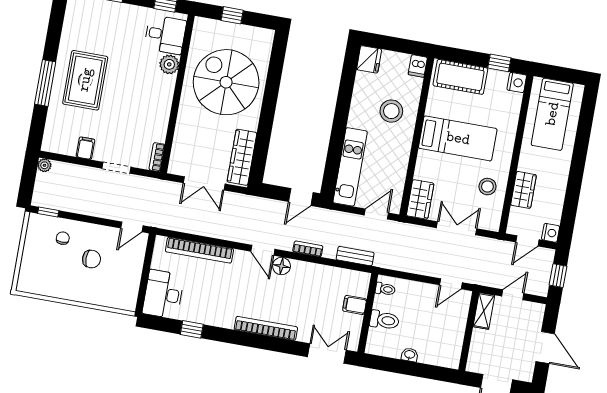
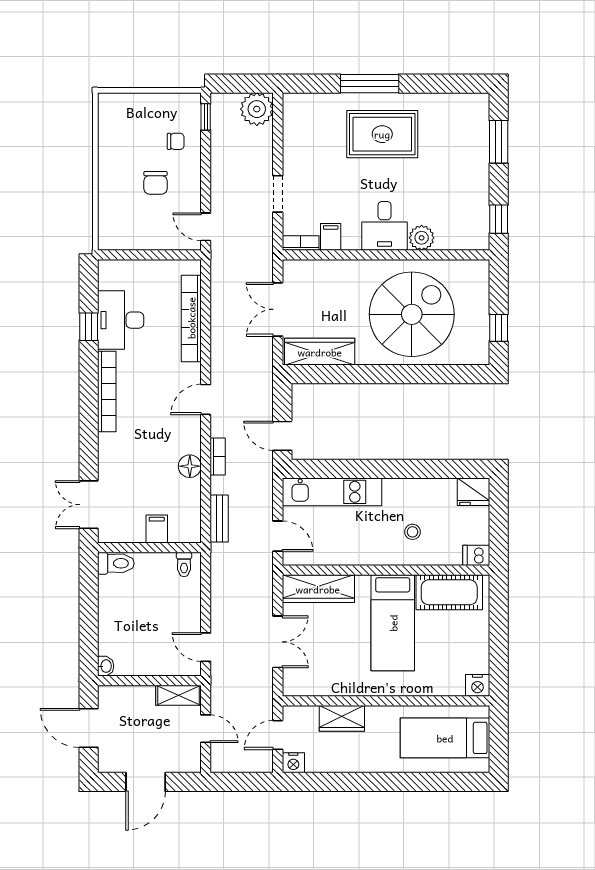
window: (232, 15) -> (499, 328), moved
desk: (165, 35) -> (385, 226), moved
window: (499, 63) -> (499, 659), removed
cot: (460, 77) -> (449, 592), moved, turned 90
stool: (391, 111) -> (413, 532), width x0.53, depth x0.53
filing cabinet: (86, 148) -> (331, 237), moved, turned -90
plant: (44, 165) -> (257, 109), width x1.88, depth x1.88
stool: (487, 187) -> (338, 672), removed
wardrobe: (420, 199) -> (318, 589), width x1.50
door: (527, 241) -> (278, 735), hinge flipped
floor lamp: (281, 266) -> (190, 466), moved
window: (558, 276) -> (240, 782), removed
desk: (163, 294) -> (121, 320), moved, turned -90
toilet: (384, 320) -> (116, 563), moved, turned -90
bookcase: (266, 328) -> (107, 392), moved
double door: (327, 353) -> (89, 505), swing flipped
washbasin: (410, 355) -> (106, 666), moved

